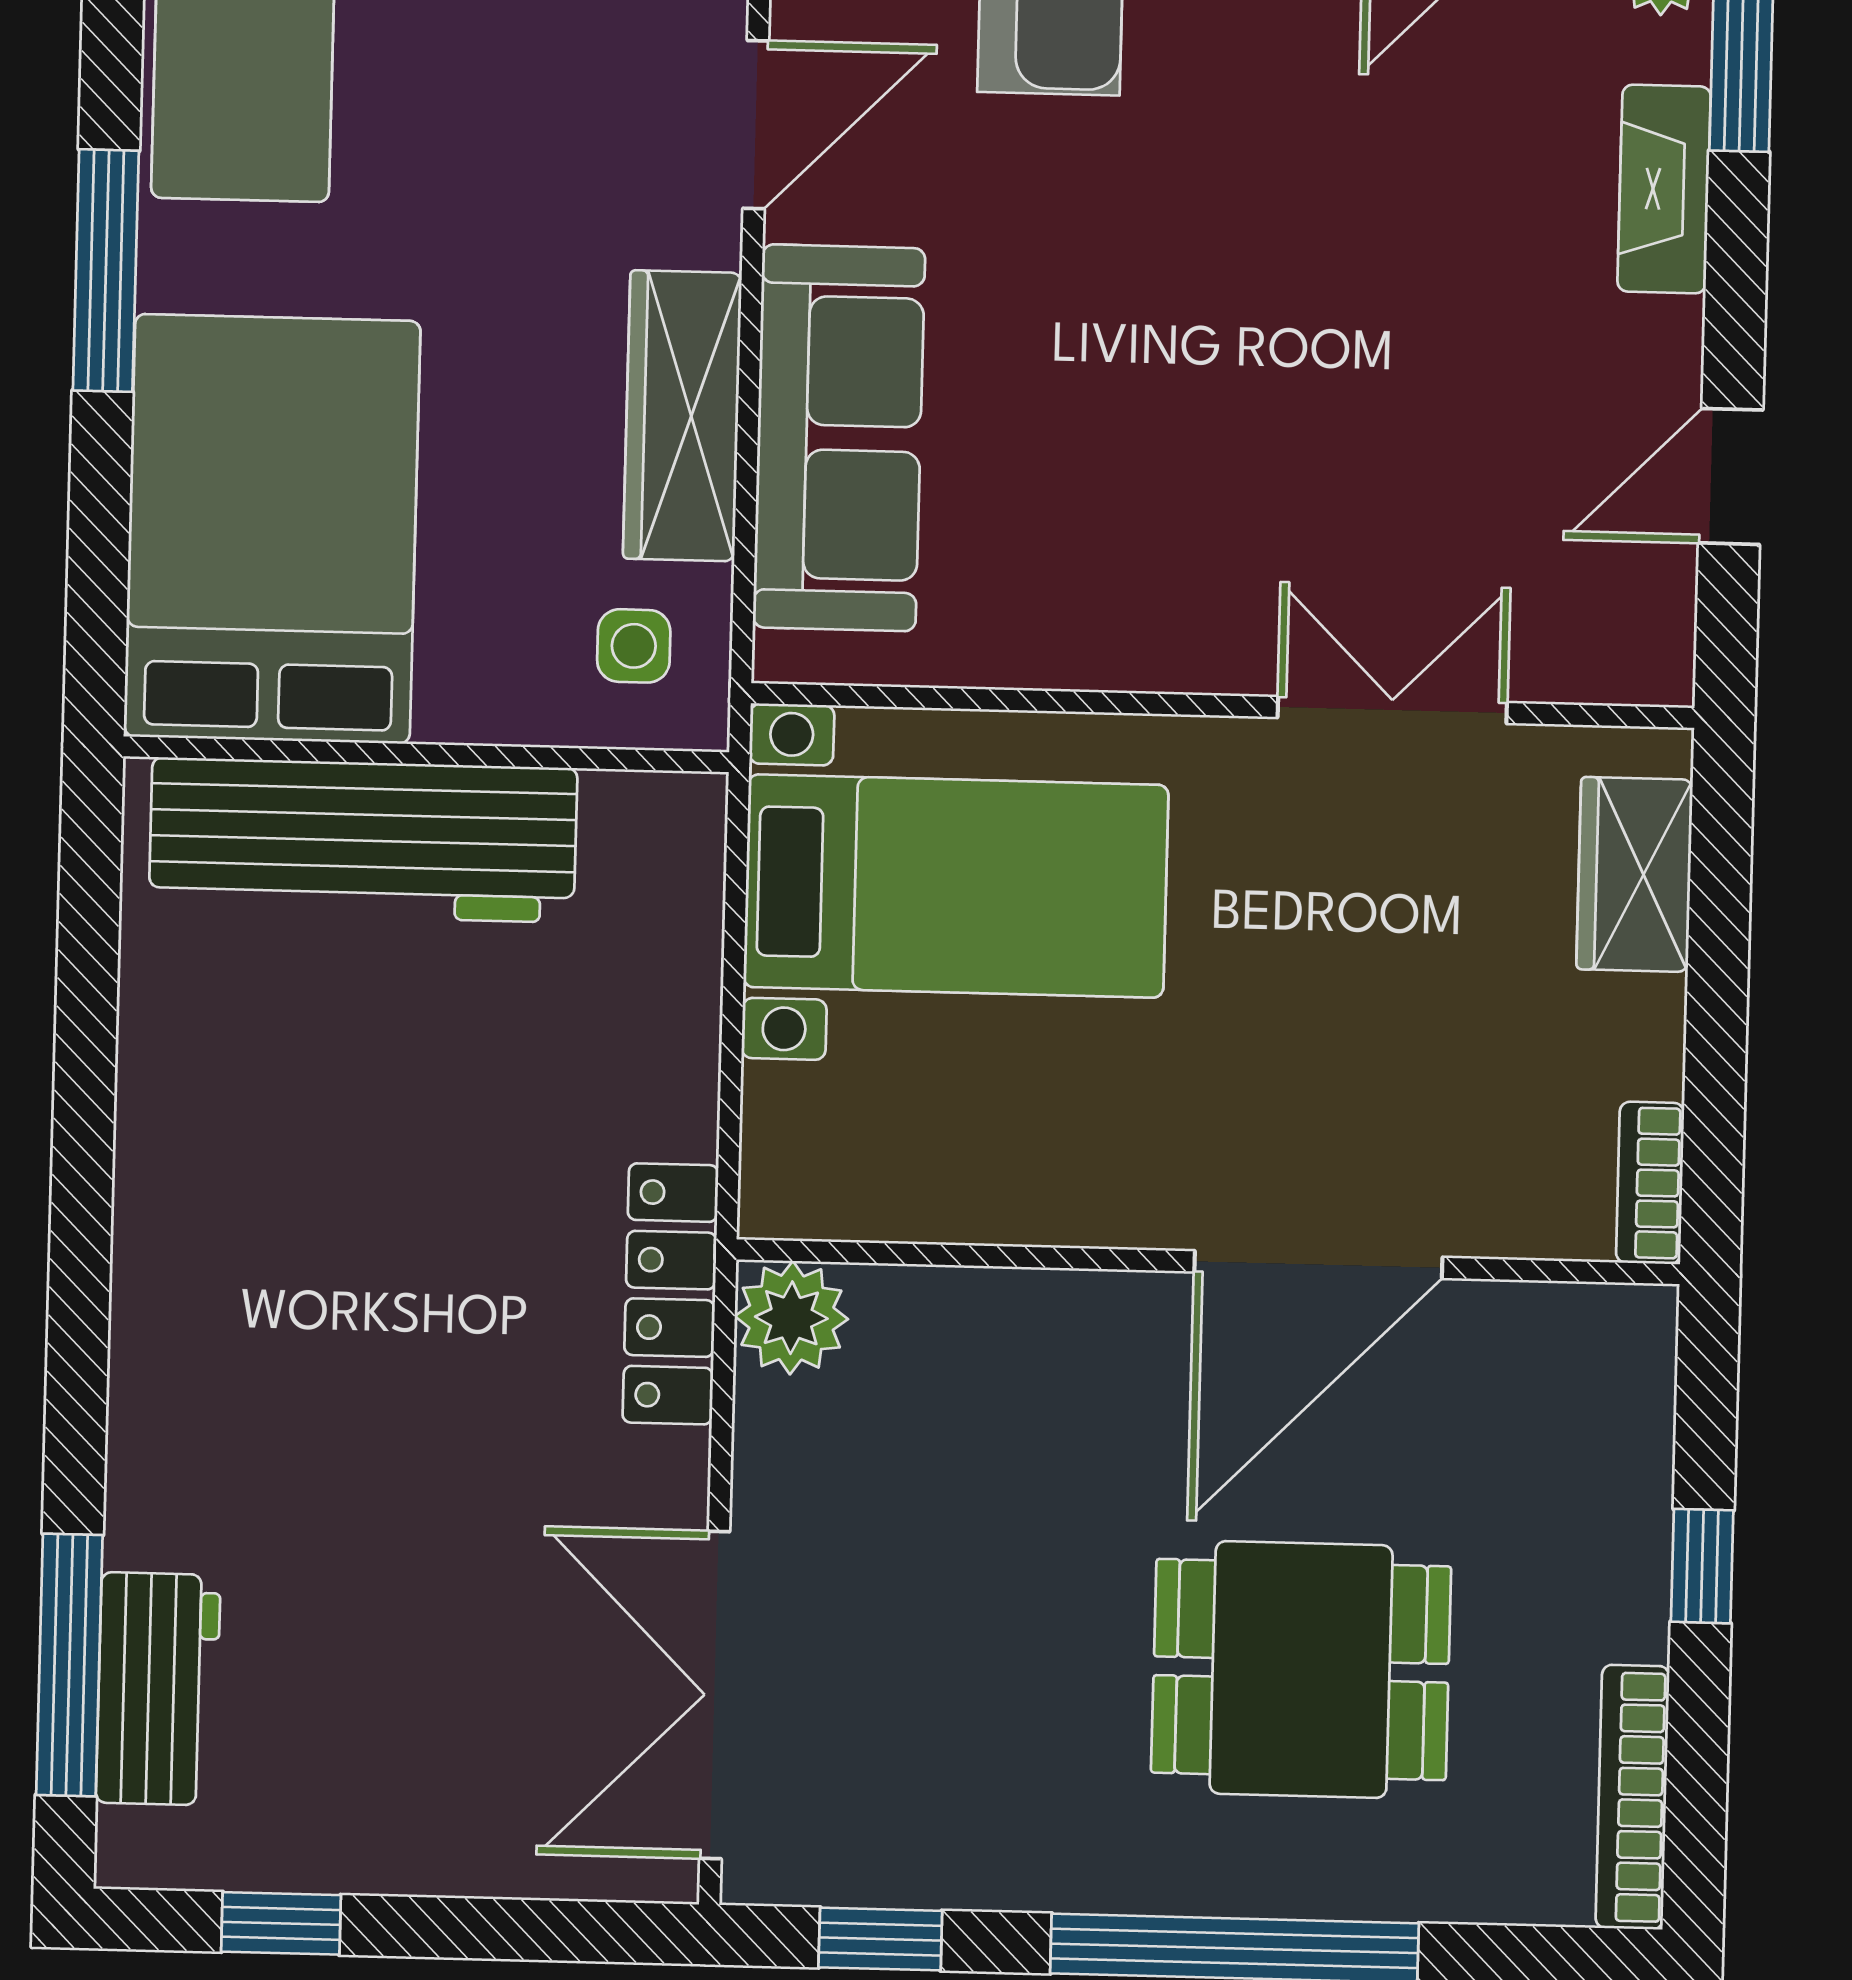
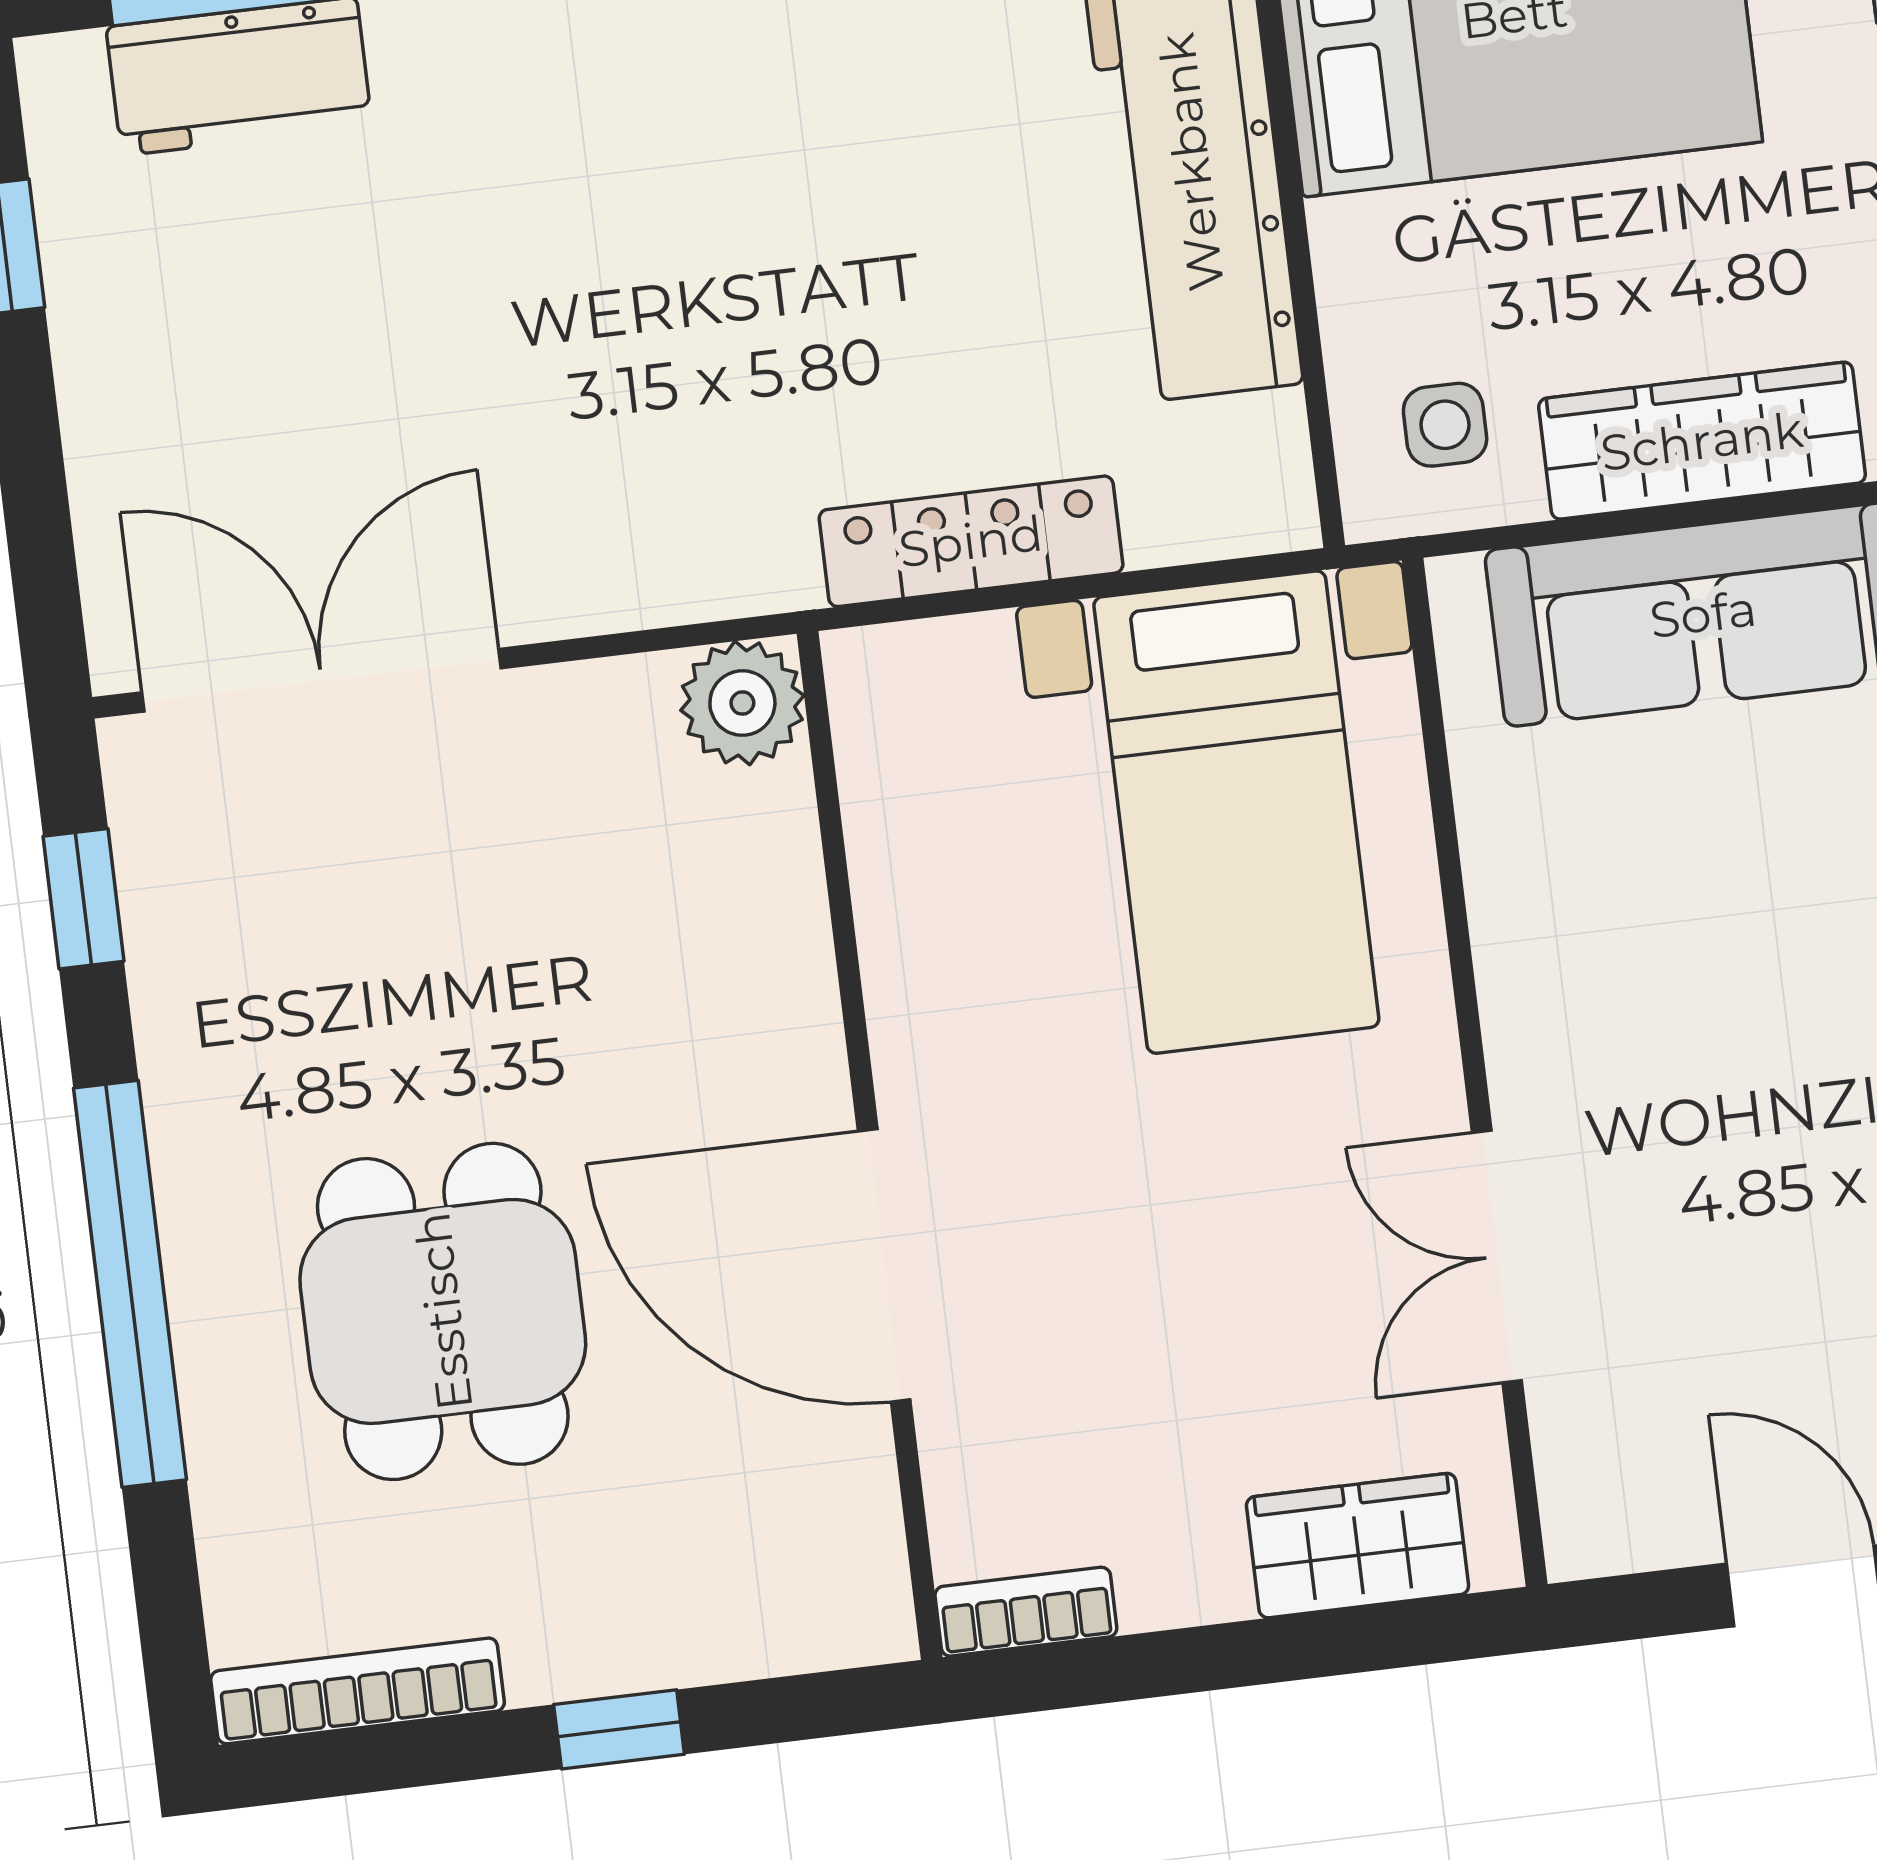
double door: (1392, 710) -> (1497, 1257), swing flipped
locker: (670, 1294) -> (971, 541), moved

